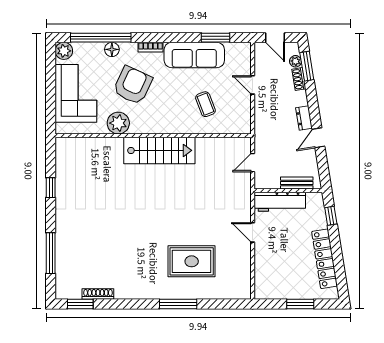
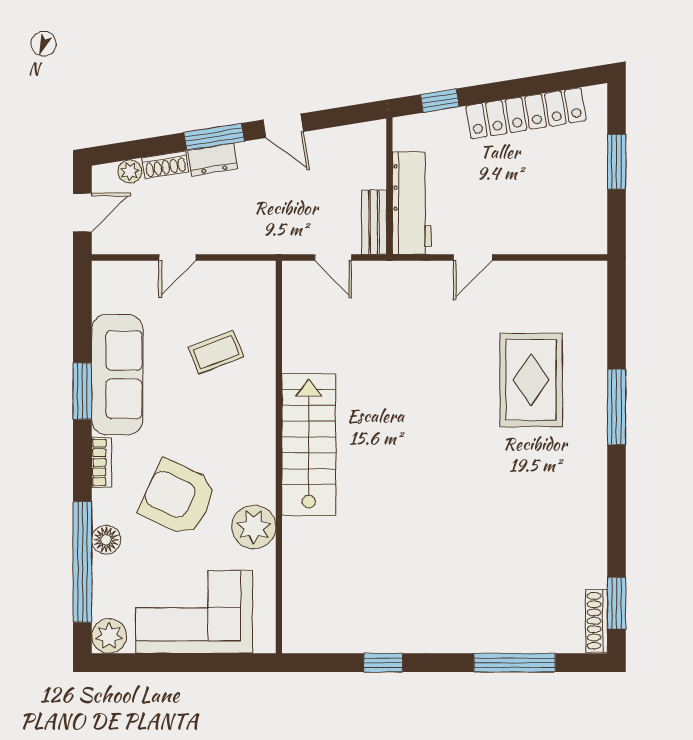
window: (216, 38) -> (82, 391), moved
window: (307, 66) -> (214, 137), moved
dresser: (304, 118) -> (213, 160), moved
bench: (297, 183) -> (374, 222), moved
shoe rack: (98, 294) -> (597, 621), moved

